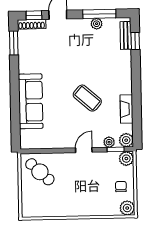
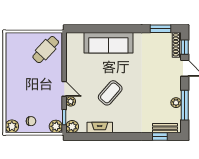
plant: (109, 142) -> (71, 101), moved

